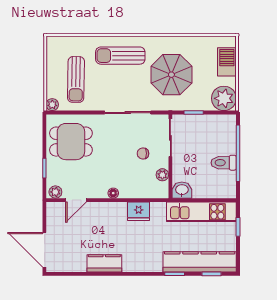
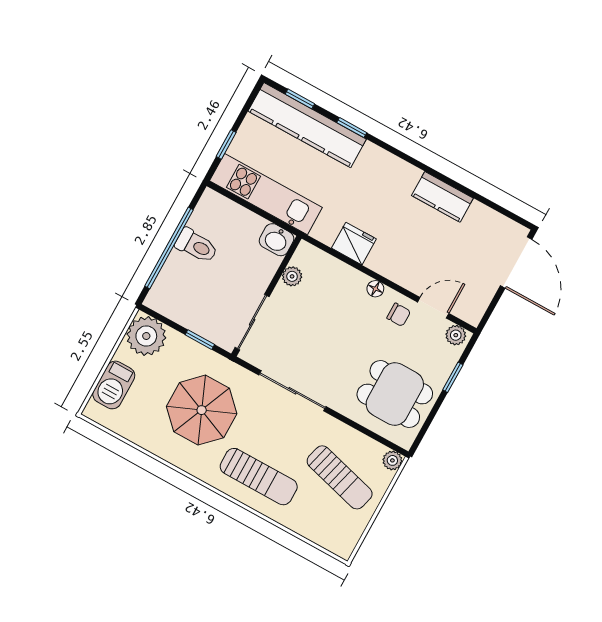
sun lounger: (76, 79) -> (340, 477), turned 104
chair: (143, 153) -> (399, 315), moved

